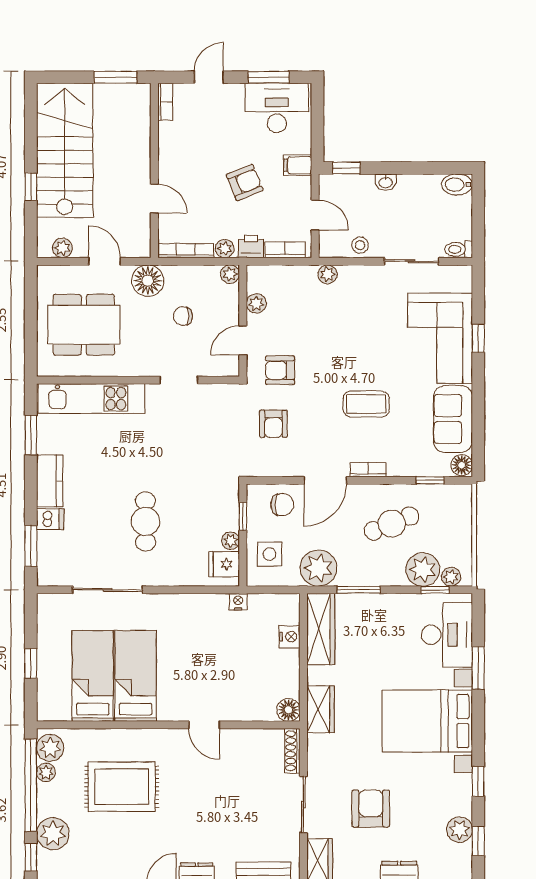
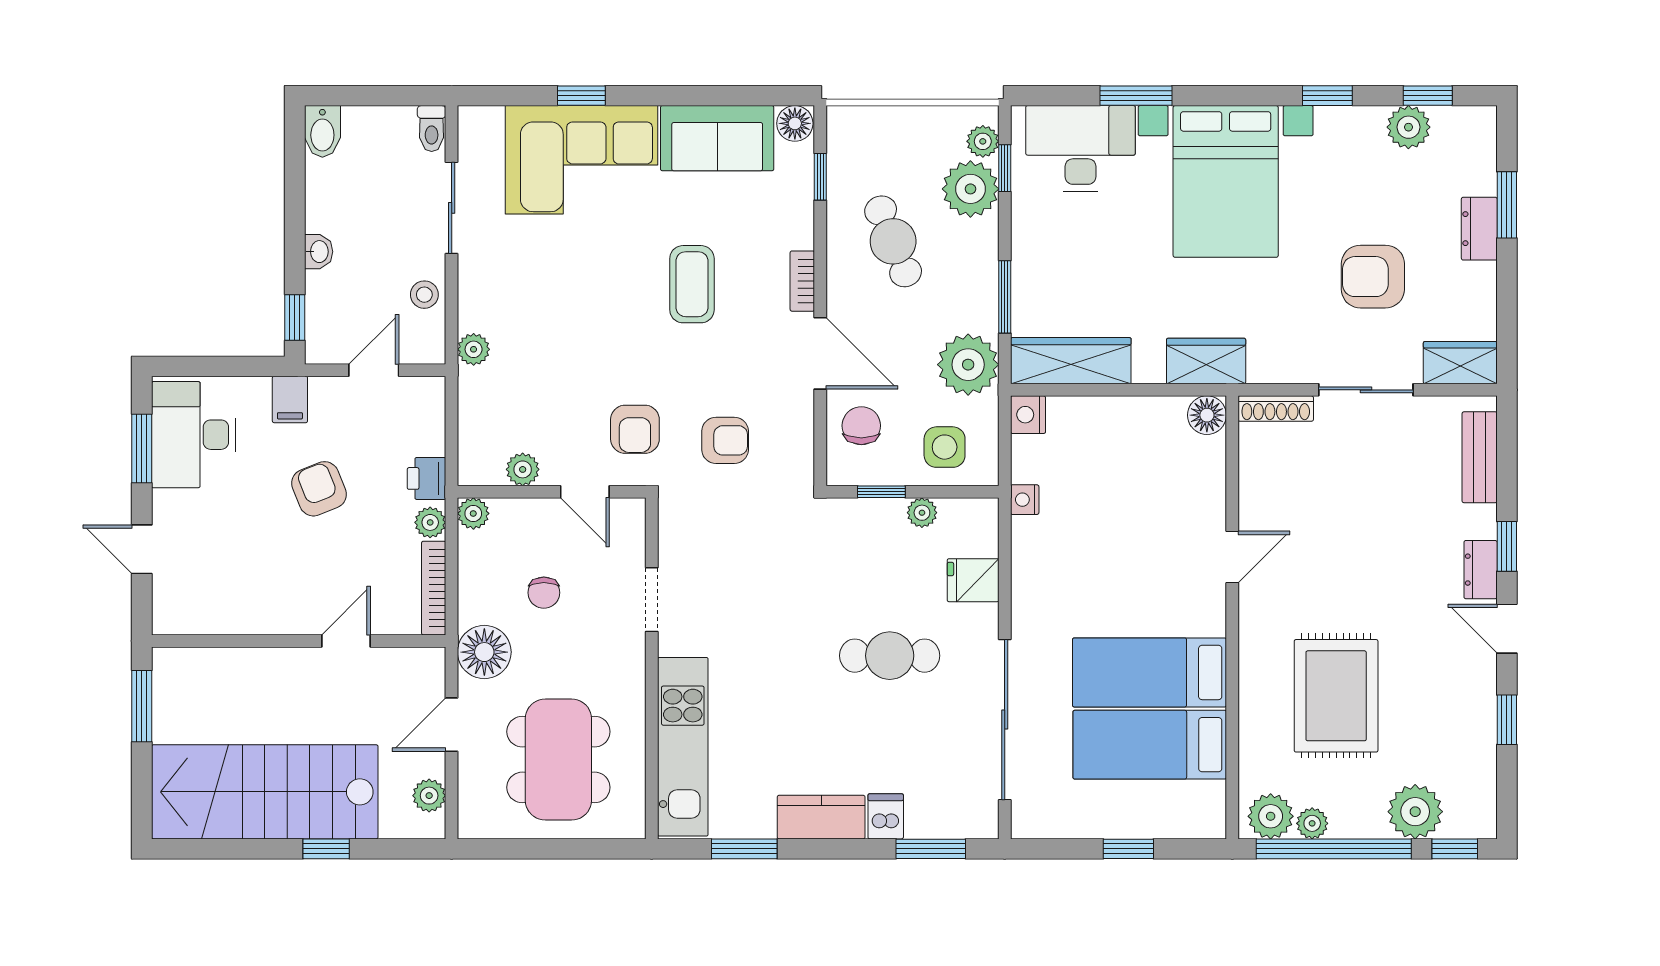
bookcase: (165, 102) -> (183, 622), removed
bookcase: (285, 250) -> (432, 421), removed
fridge: (224, 564) -> (973, 580), moved, turned 90
sliding door: (108, 590) -> (1005, 720), width x1.36
nightstand: (290, 637) -> (1028, 415), moved, turned -90

